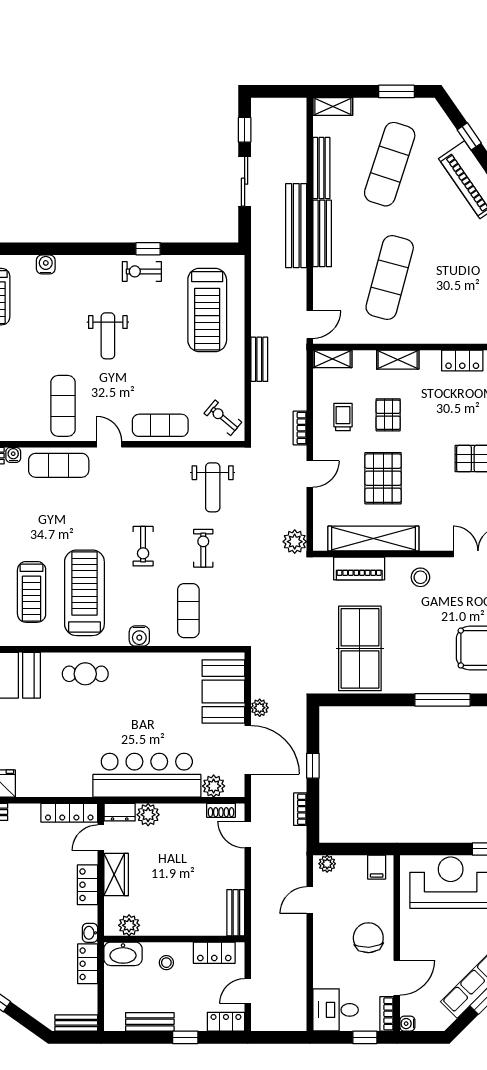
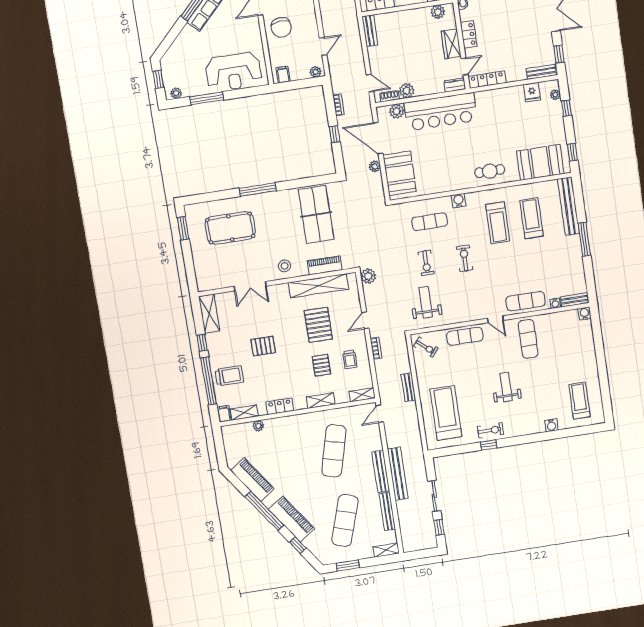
treadmill: (84, 593) -> (498, 223), width x0.73, depth x0.73
exercise mat: (188, 611) -> (430, 222), turned 90
plant: (148, 815) -> (407, 91), moved

